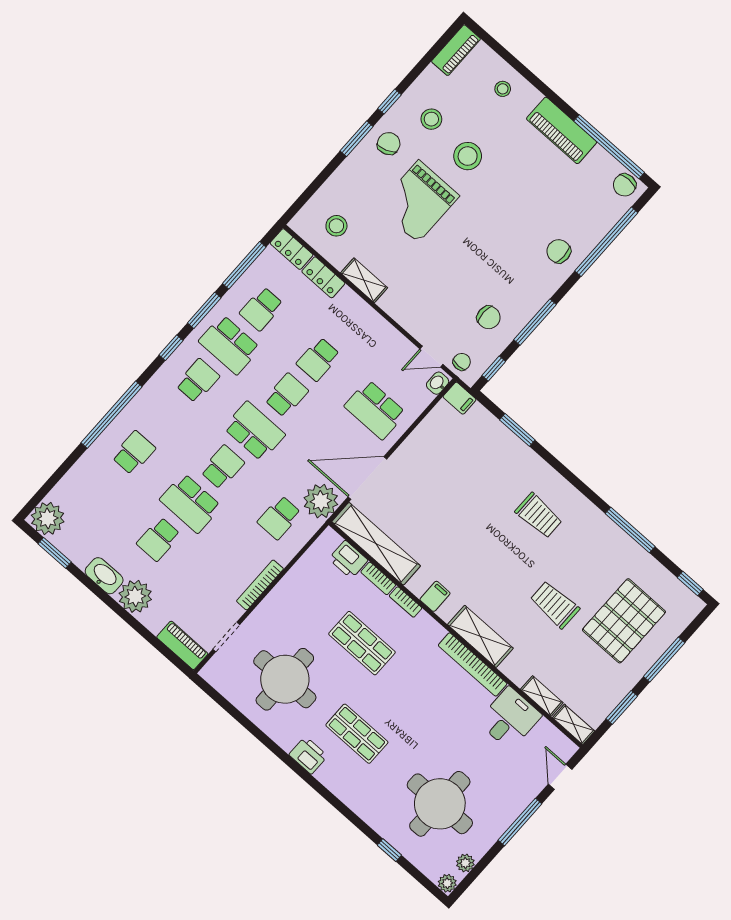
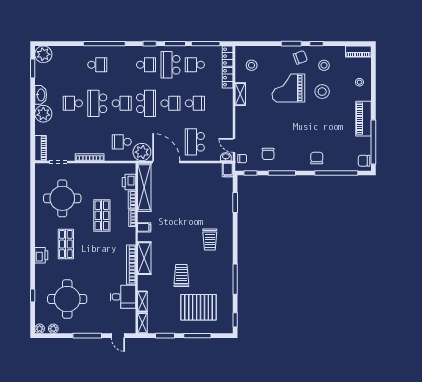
school desk: (318, 359) -> (195, 103), turned 180
printer: (308, 755) -> (41, 255), moved
door: (560, 777) -> (118, 336), swing flipped

